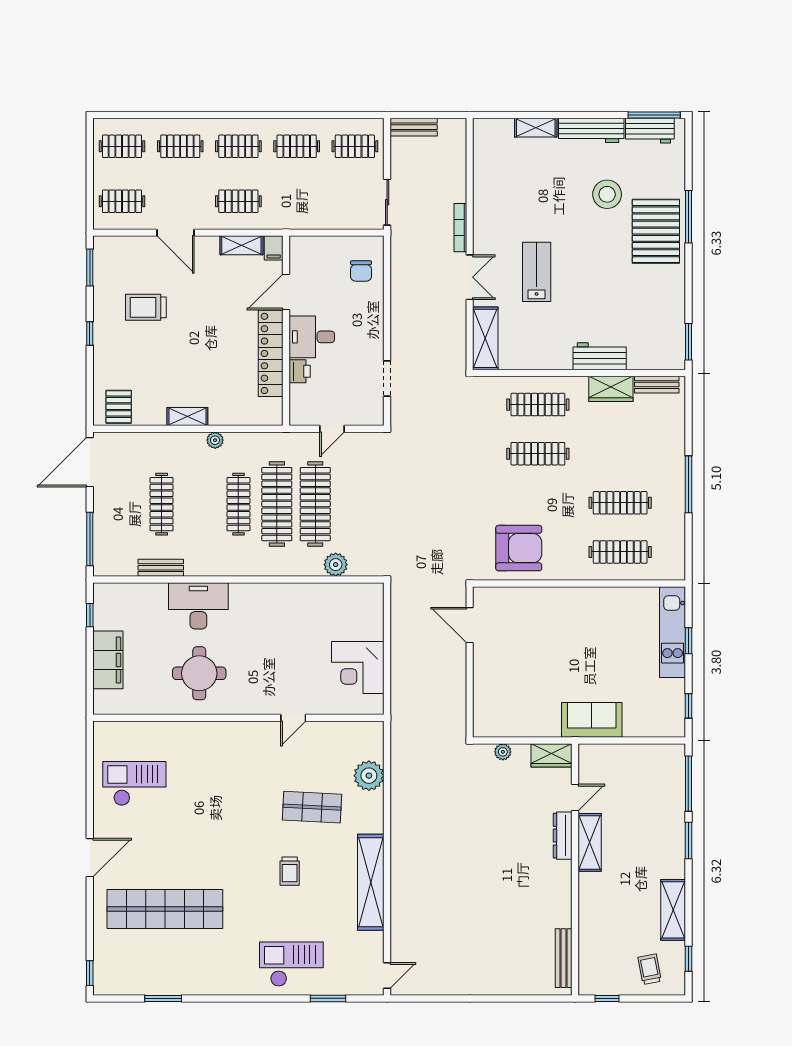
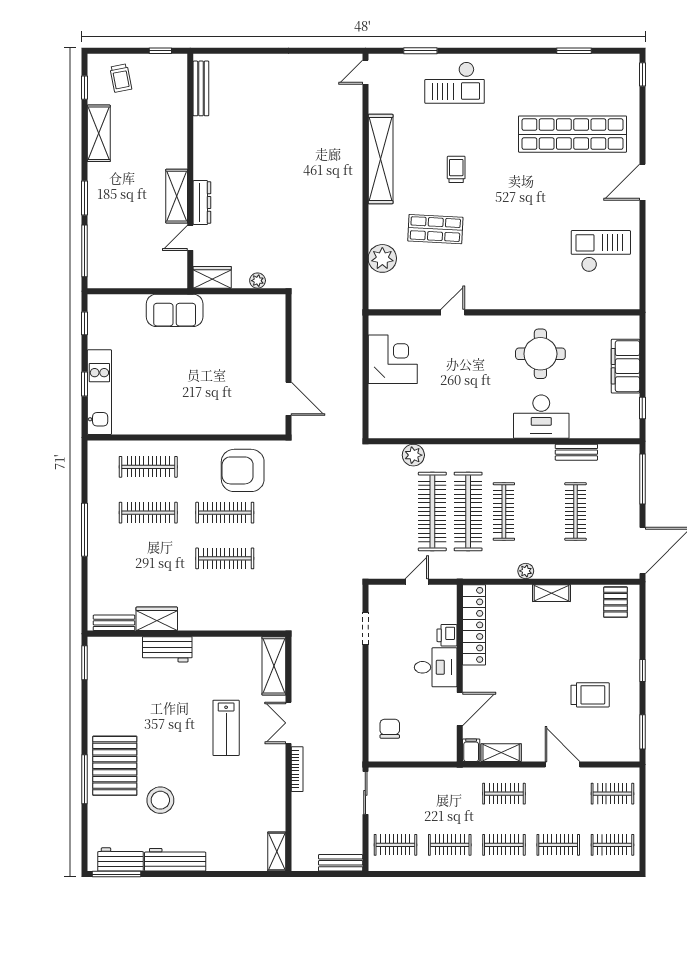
shelving: (536, 128) -> (277, 852), moved, turned 90
locker: (271, 353) -> (474, 625), moved
clothes rail: (538, 405) -> (225, 513), moved
checkout: (134, 783) -> (601, 251), turned 180

